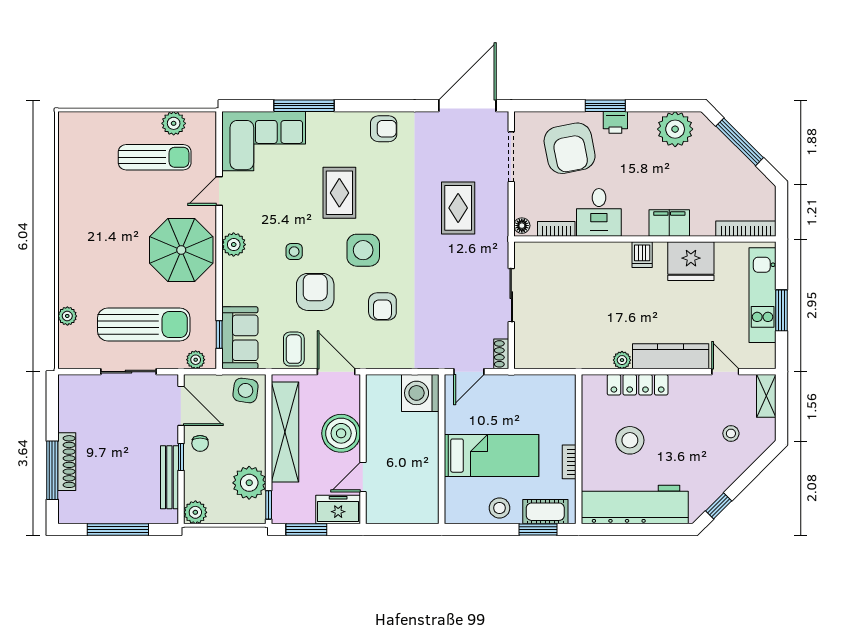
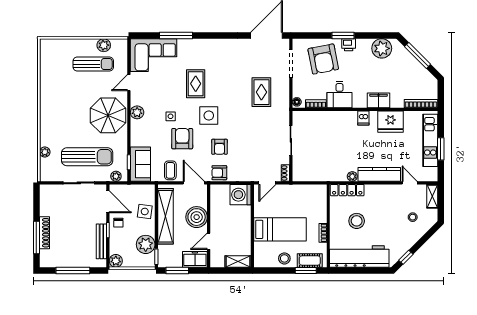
armchair: (384, 129) -> (219, 173), moved, turned 180
locker: (638, 385) -> (347, 190), moved
side table: (246, 390) -> (145, 211), moved
shelving: (416, 513) -> (238, 261), added

